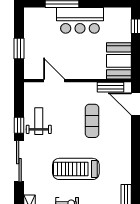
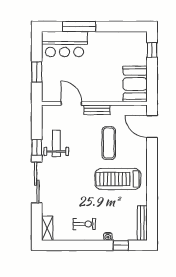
bar counter: (80, 20) -> (65, 44), moved
bench: (111, 87) -> (97, 110), moved
treadmill: (76, 169) -> (118, 179), moved

